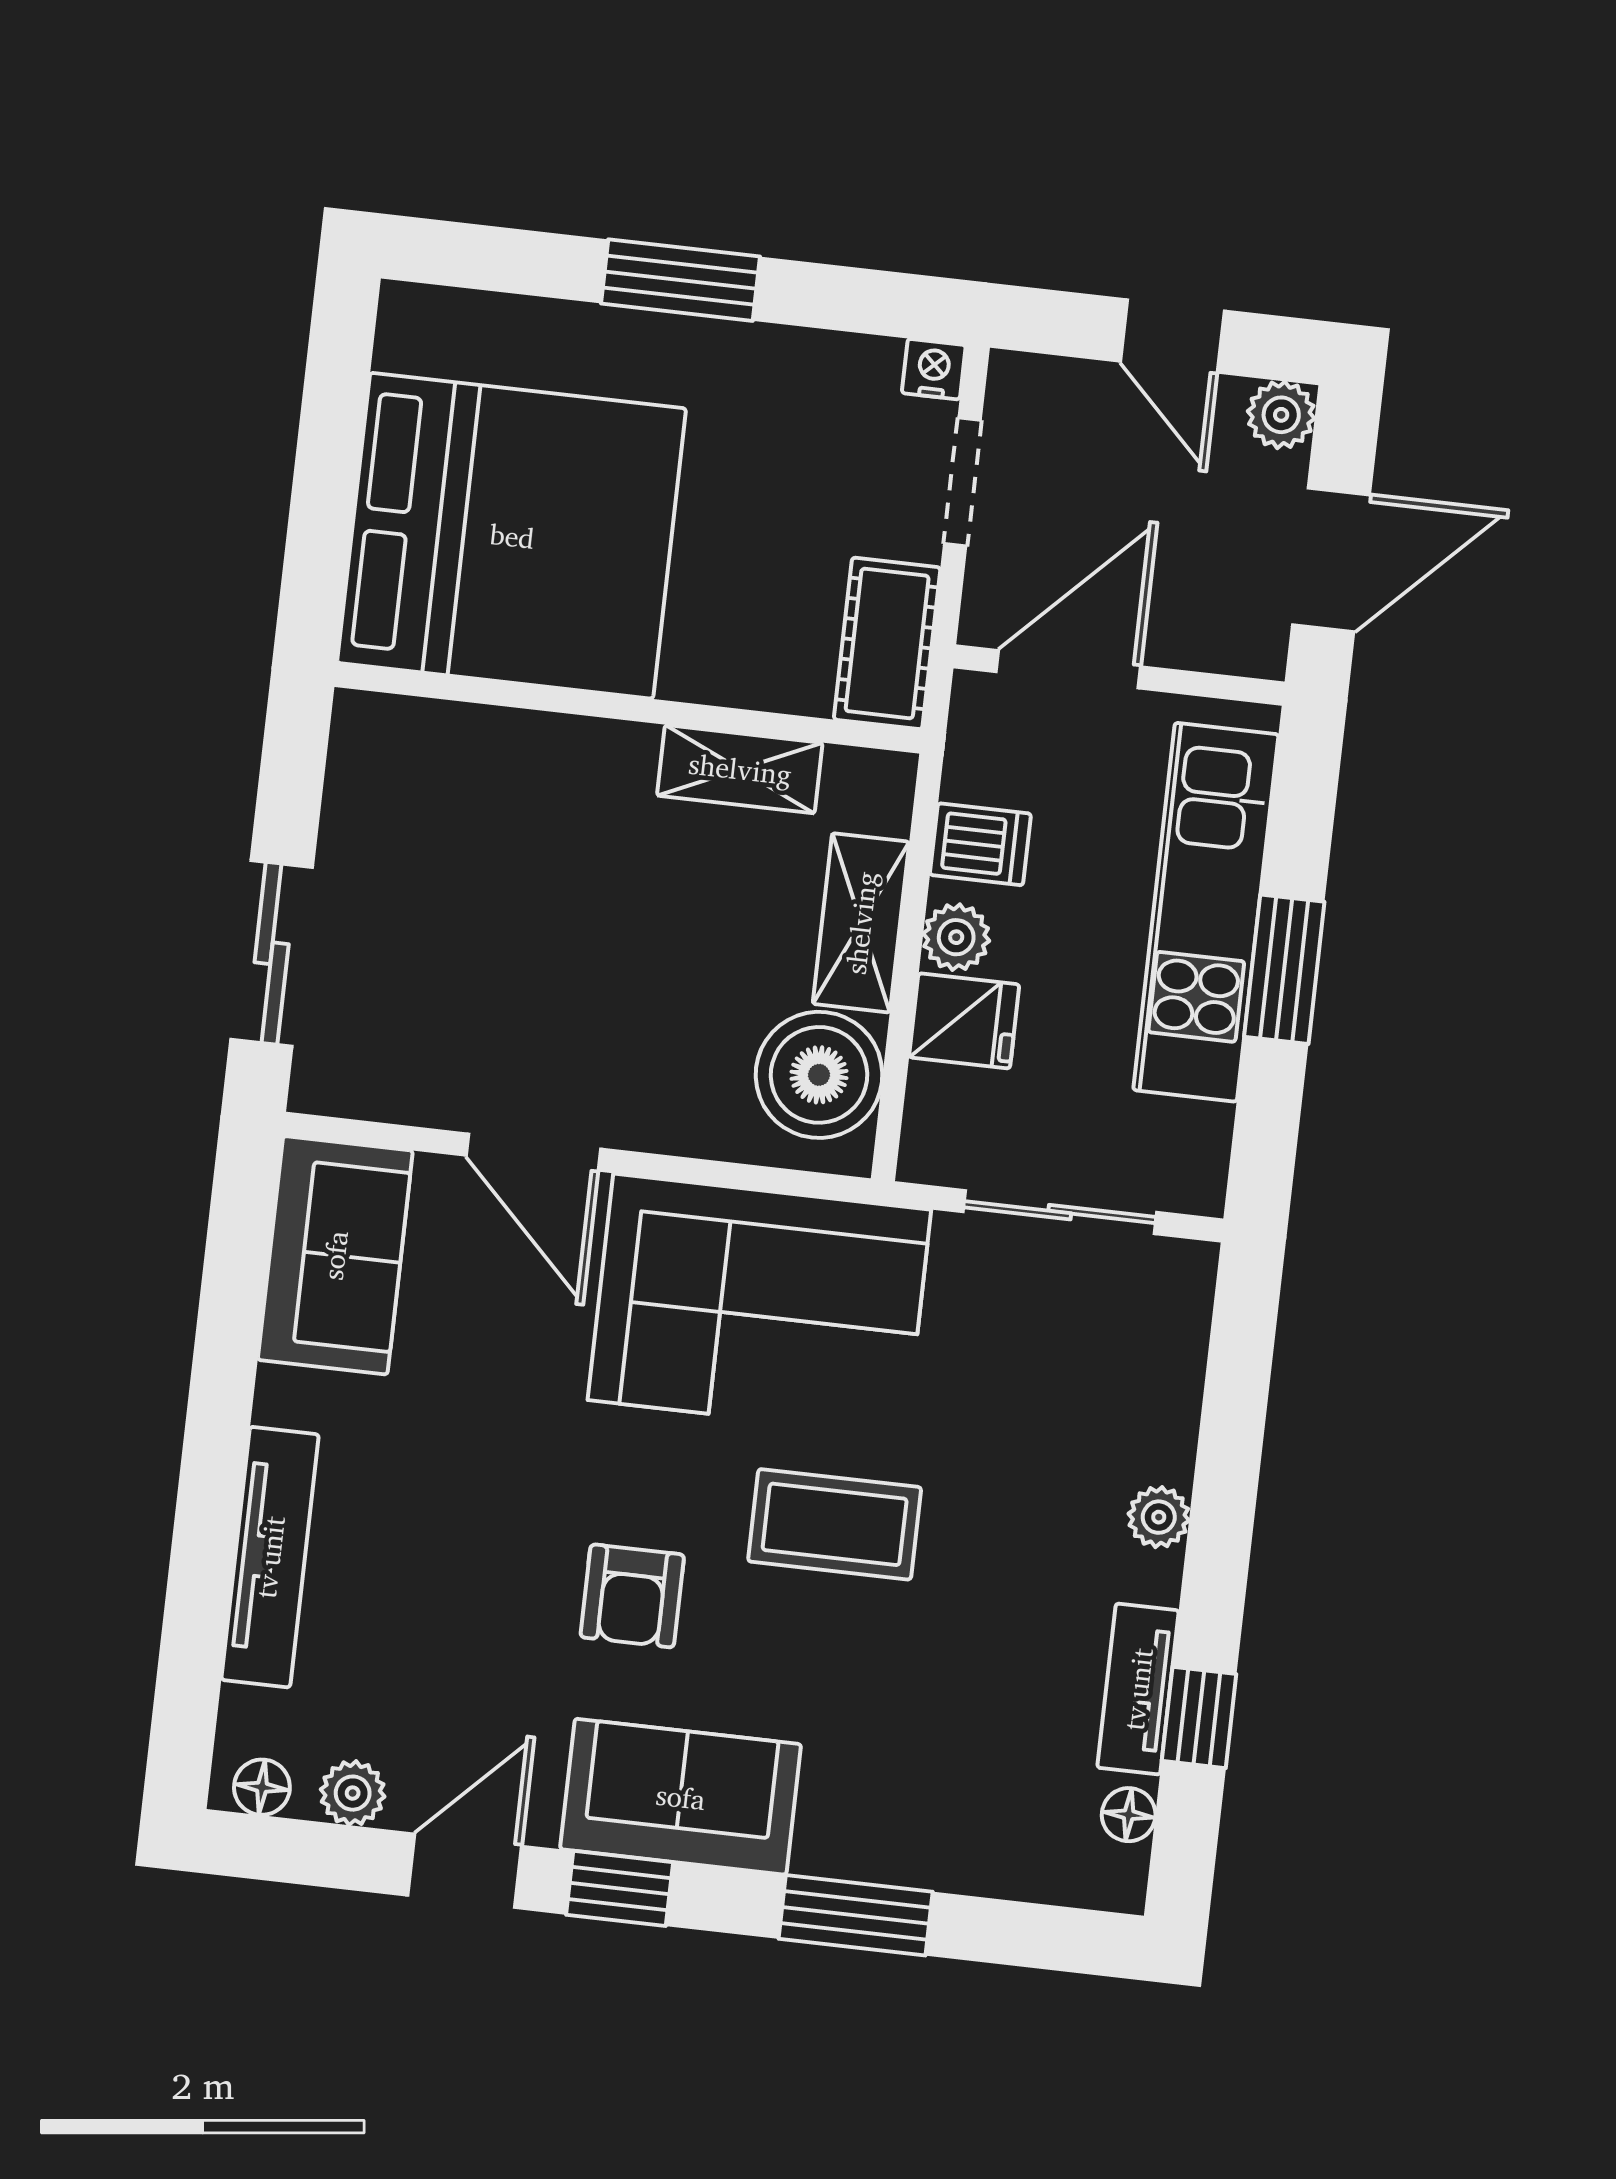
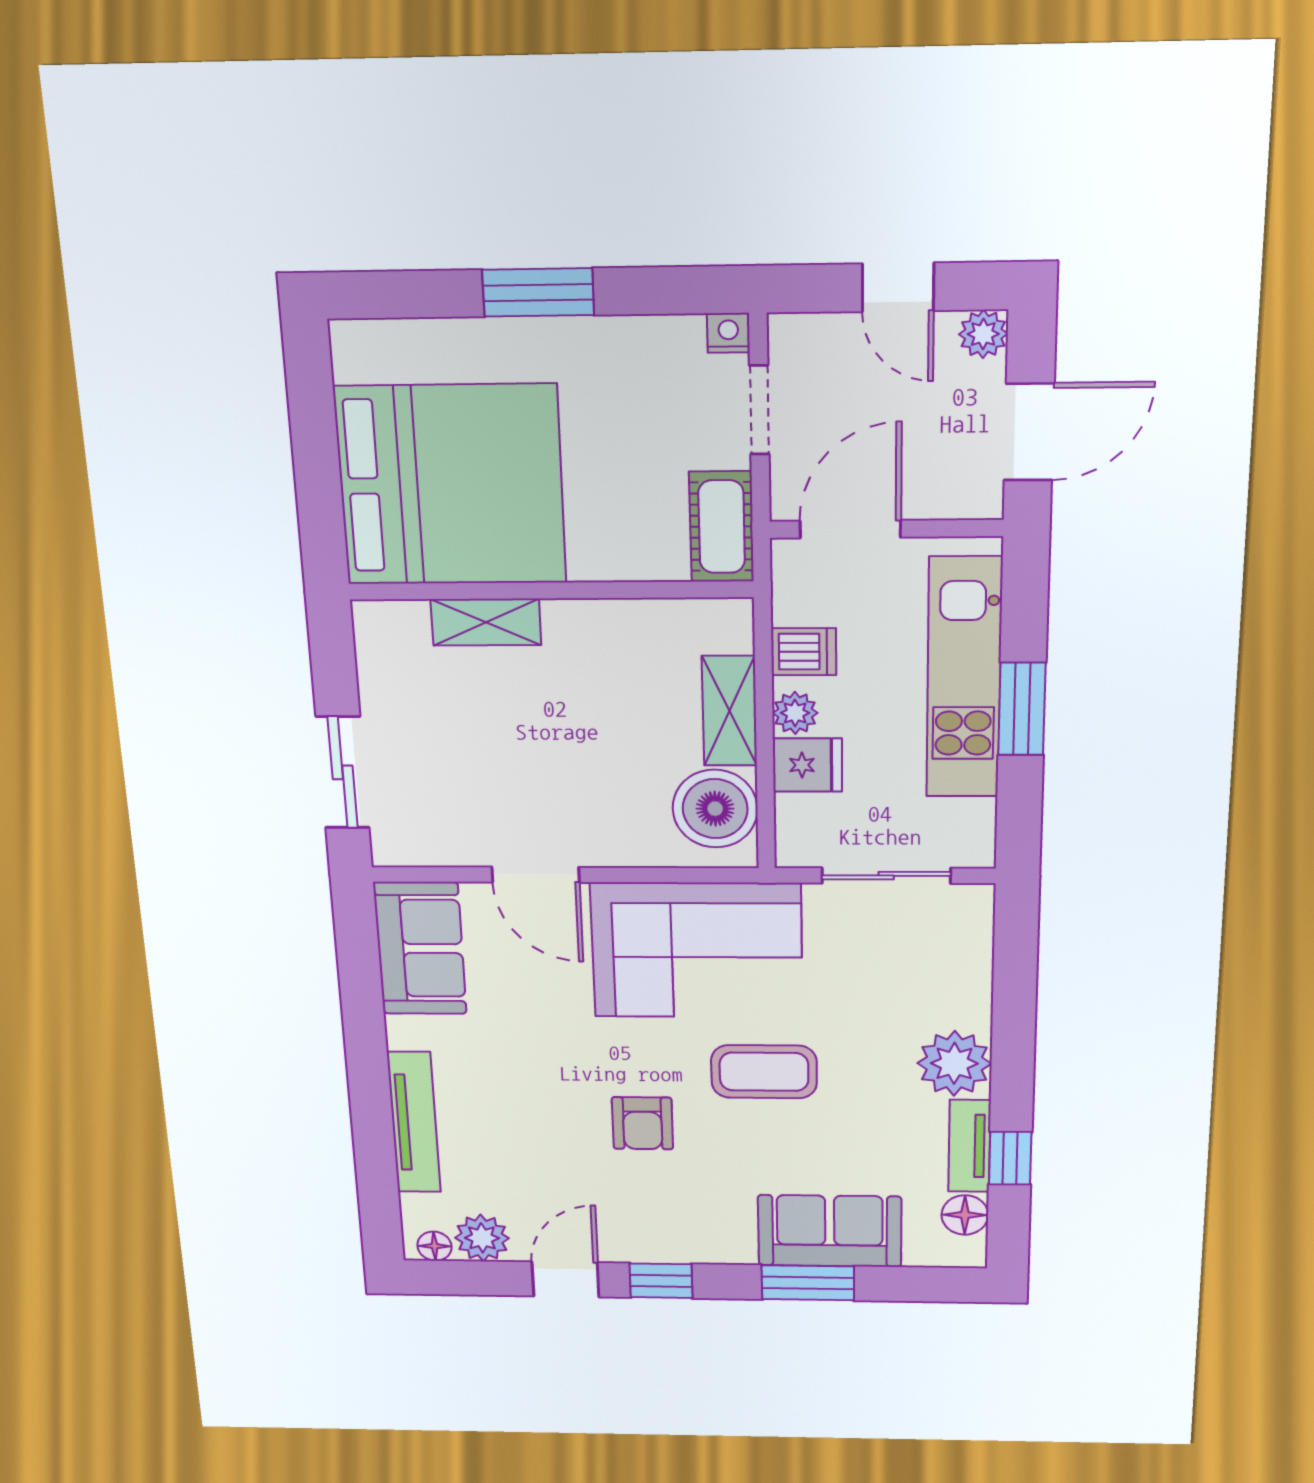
shelving: (740, 769) -> (486, 622), moved
plant: (1159, 1517) -> (954, 1063), width x1.87, depth x1.87
plant: (353, 1793) -> (482, 1238), width x1.38, depth x1.38
sofa: (681, 1797) -> (830, 1231), moved
floor lamp: (1129, 1815) -> (965, 1215), width x1.37, depth x1.37

